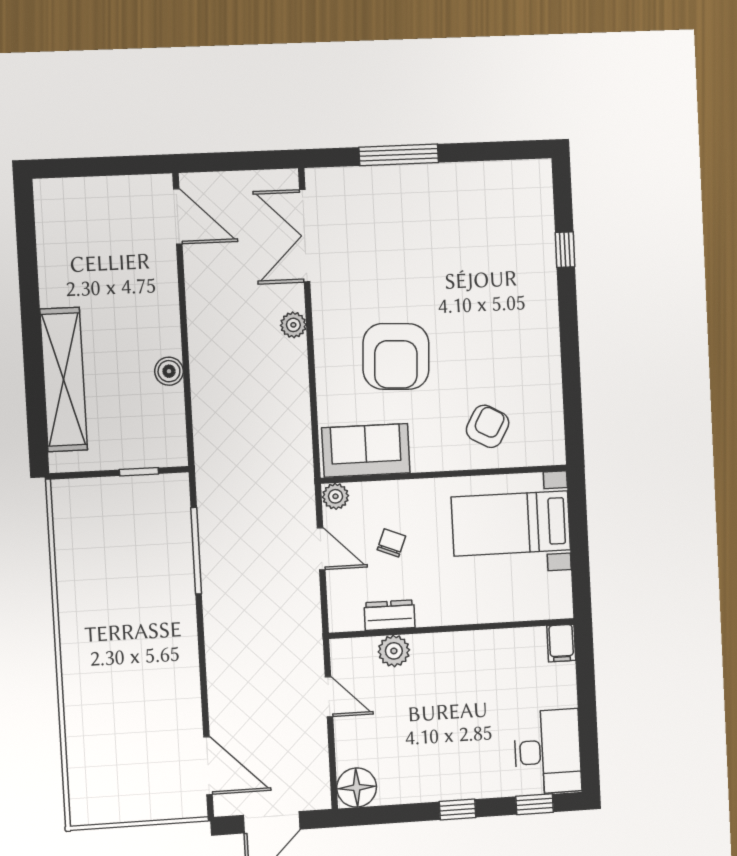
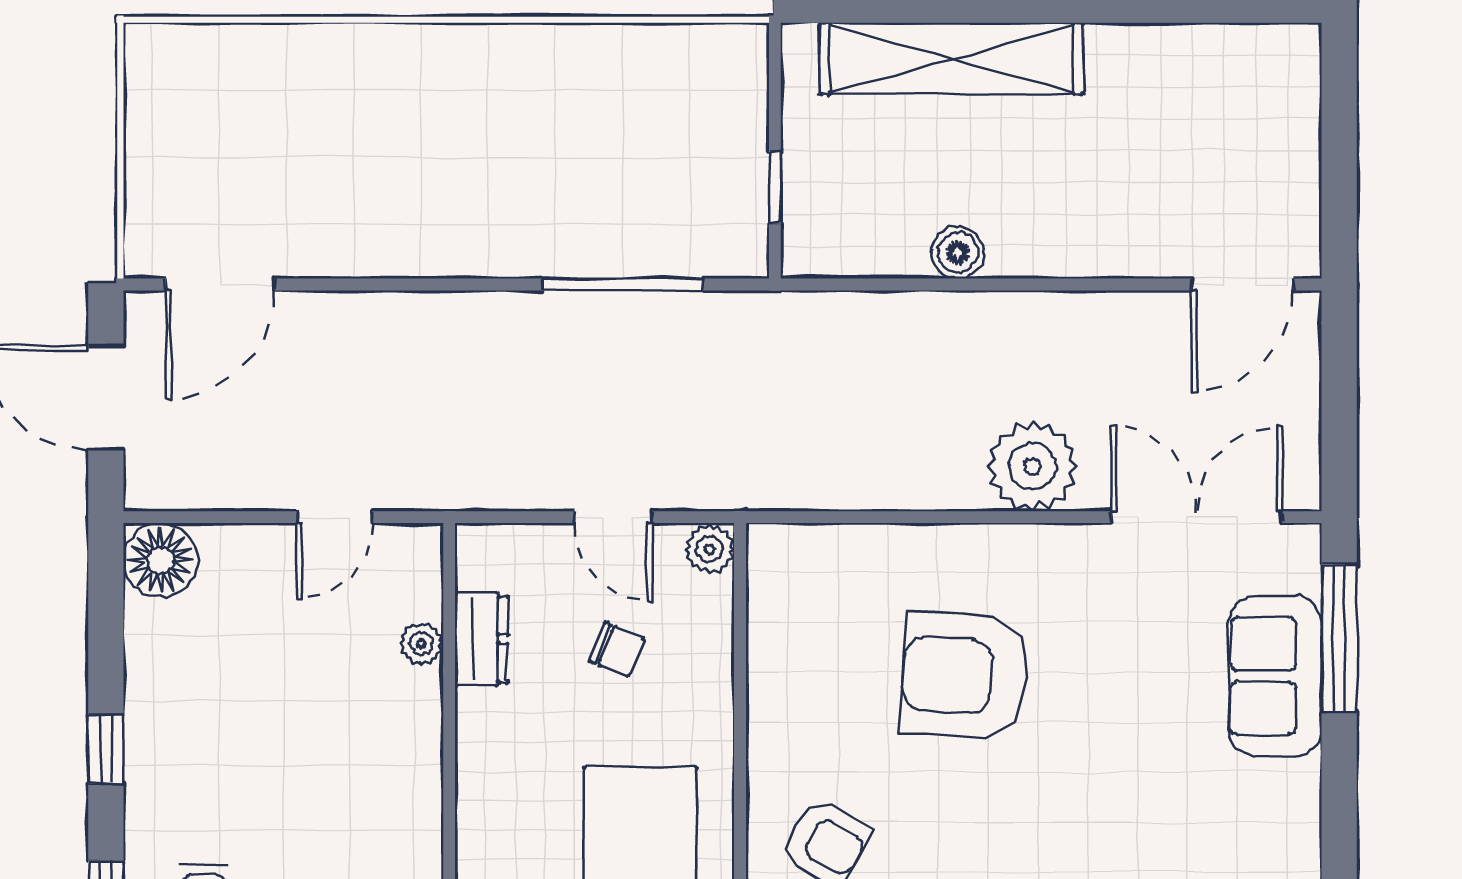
window: (399, 155) -> (1339, 638), moved
plant: (293, 325) -> (1032, 466), width x1.87, depth x1.87
sofa: (366, 450) -> (1275, 676), moved, turned 180
door: (321, 549) -> (613, 517), hinge flipped
plant: (394, 651) -> (422, 644), width x0.73, depth x0.73

